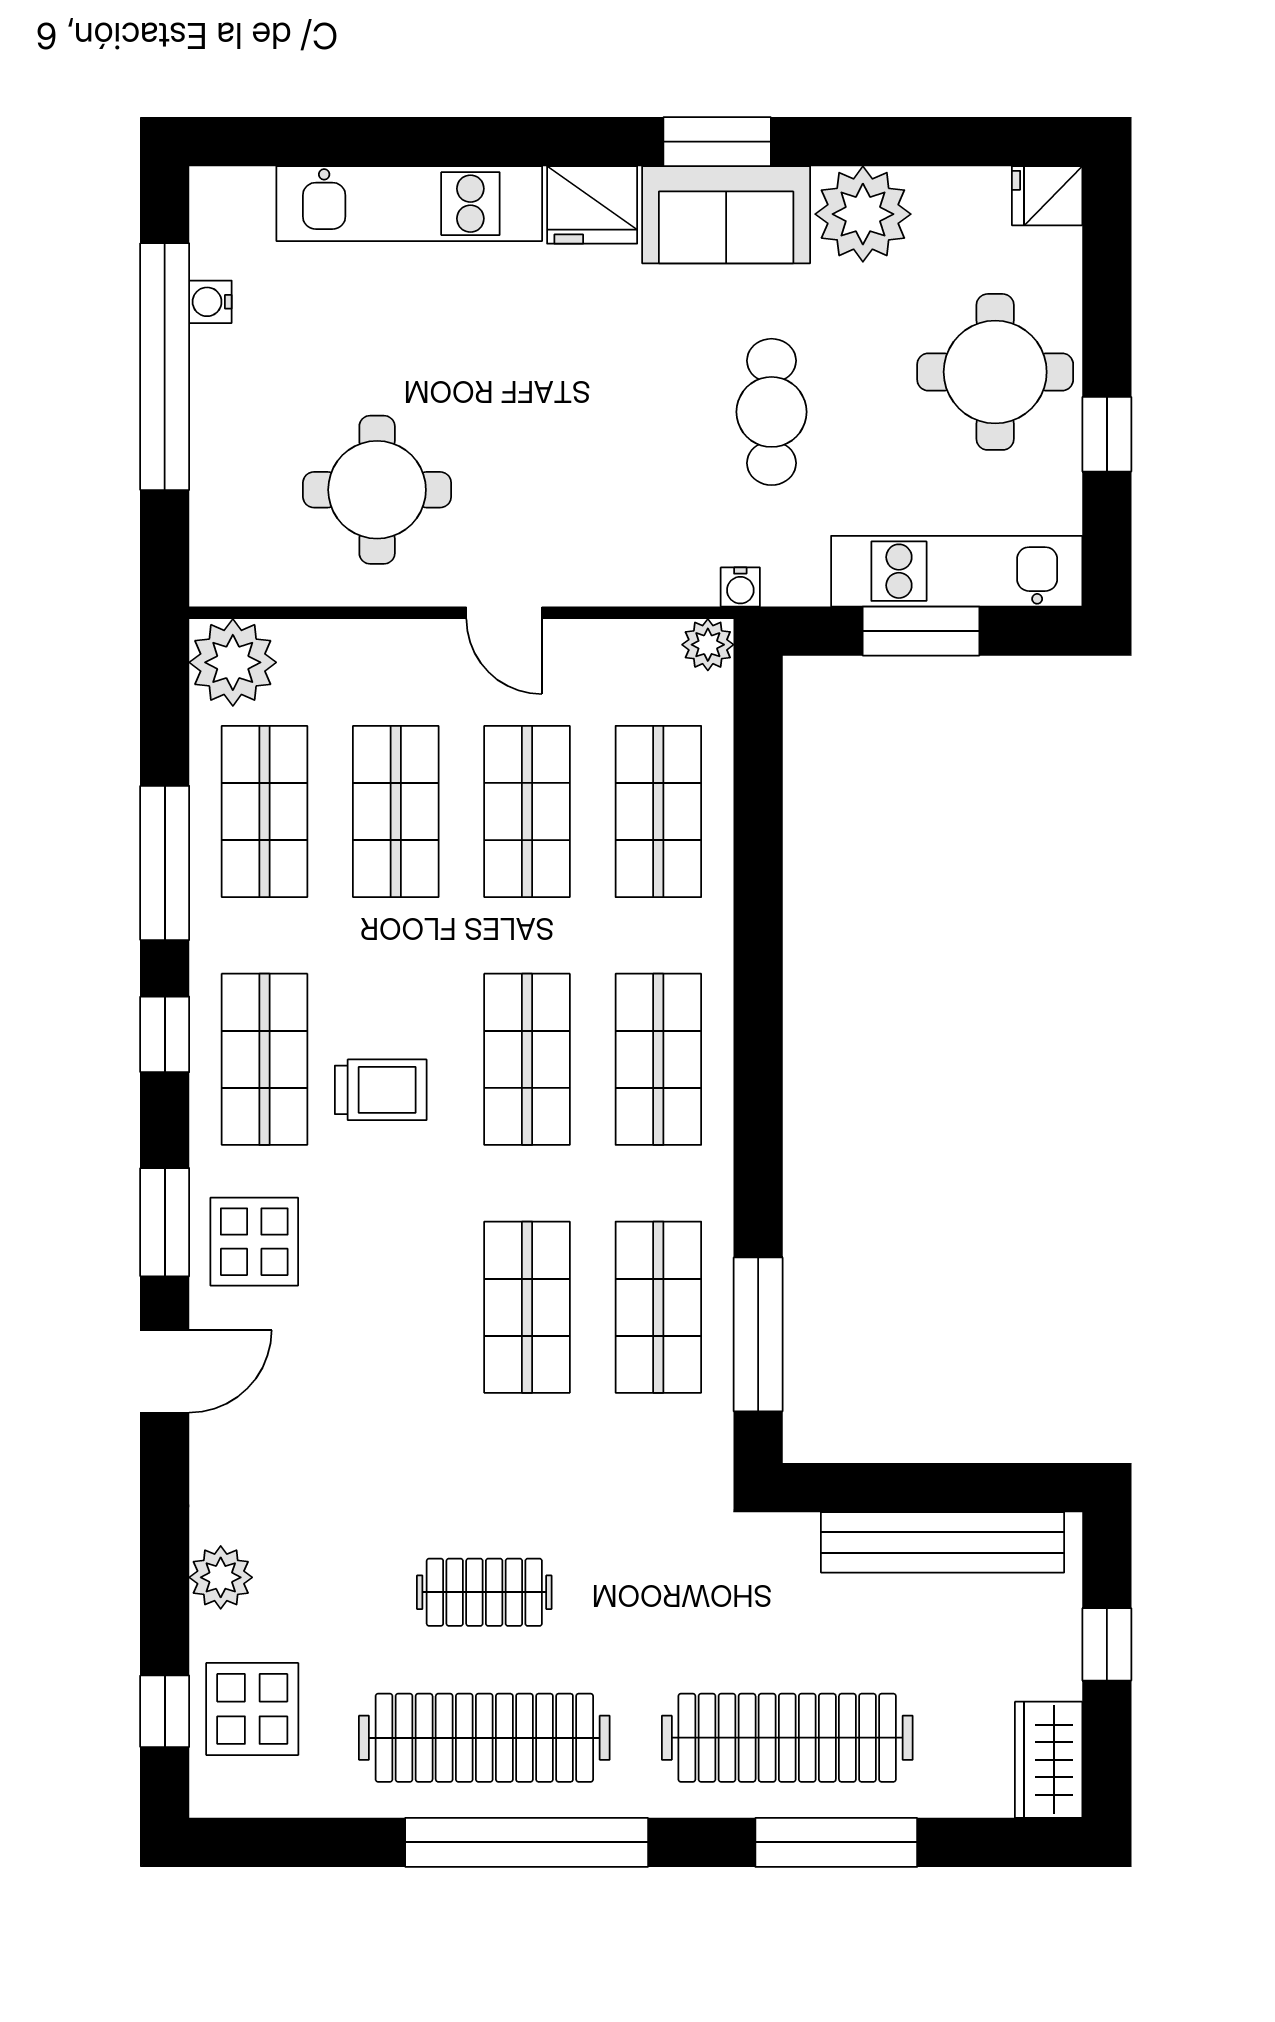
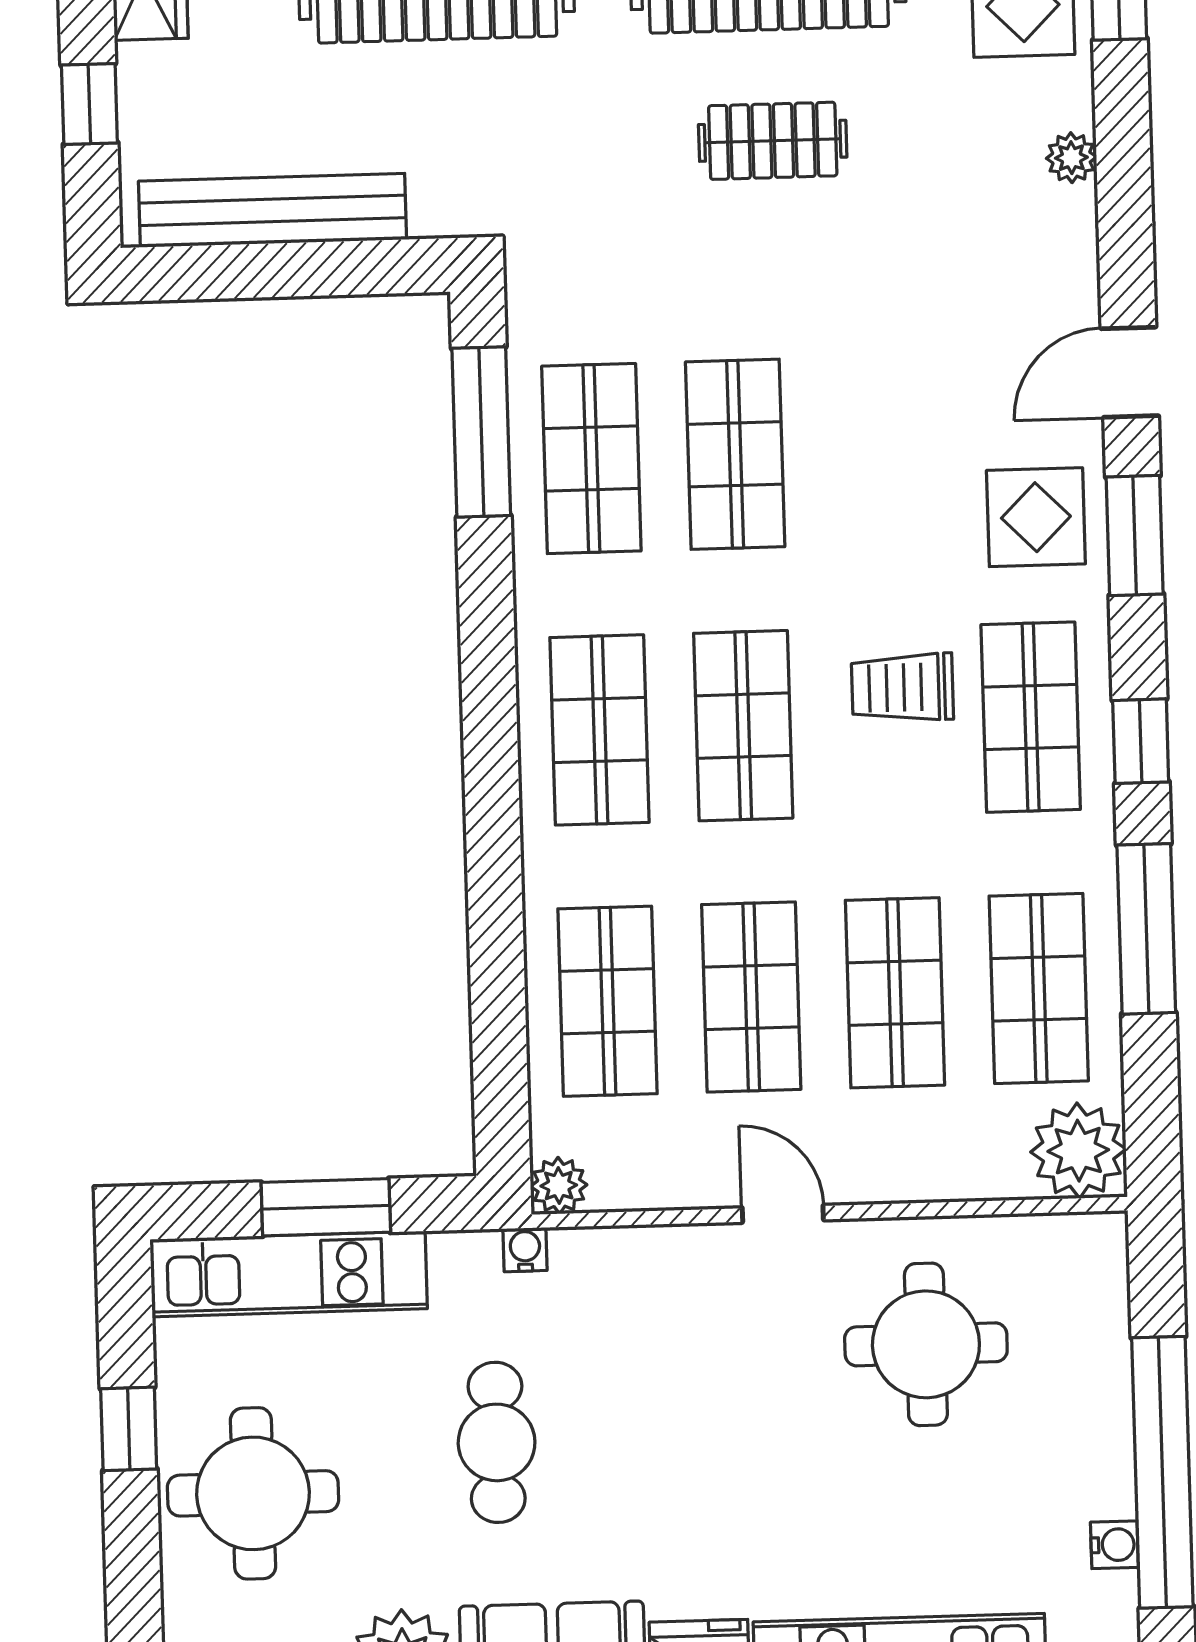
plant: (221, 1577) -> (1071, 158), width x0.73, depth x0.73

